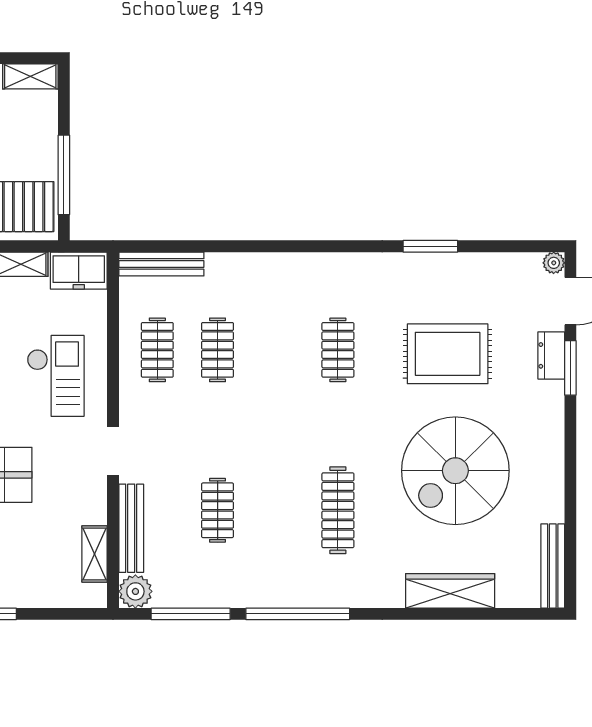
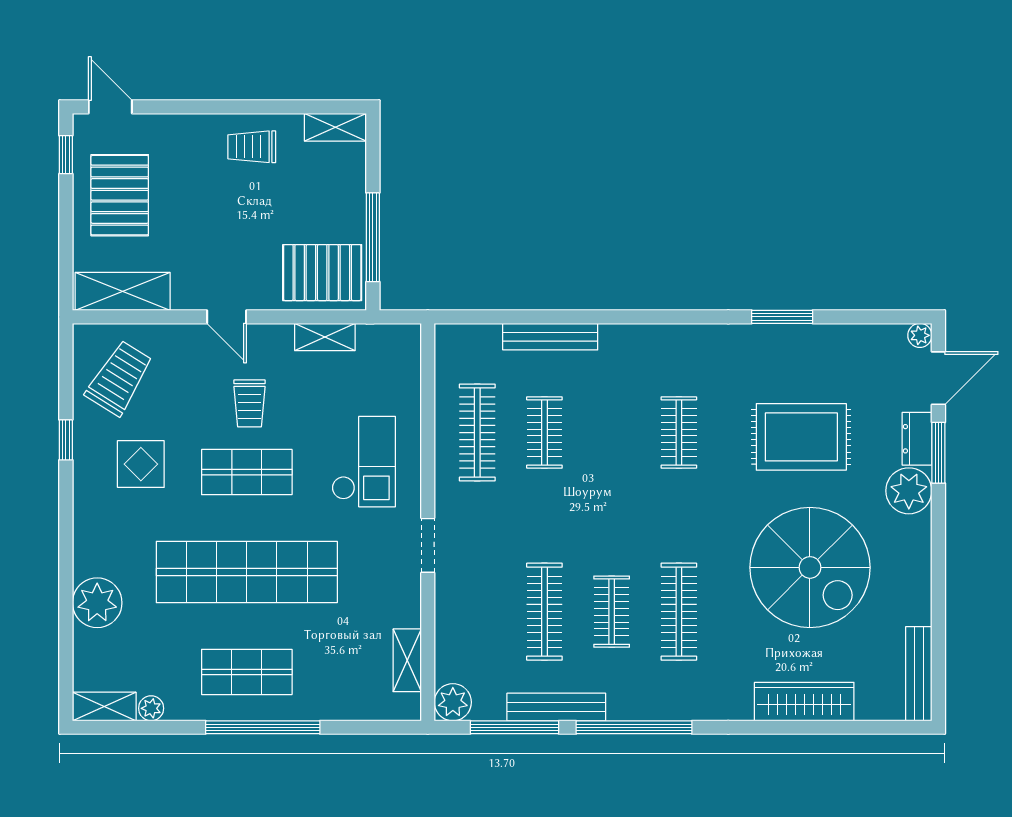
bench: (161, 264) -> (550, 337), moved
freezer: (79, 271) -> (390, 344), removed
clothes rail: (157, 350) -> (477, 433), width x1.36
plant: (544, 402) -> (909, 491), added
spiral stairs: (455, 471) -> (810, 567), turned -90
clothes rail: (218, 510) -> (544, 612), width x1.36
clothes rail: (278, 510) -> (612, 612), added
bench: (131, 528) -> (556, 707), moved, turned 90

